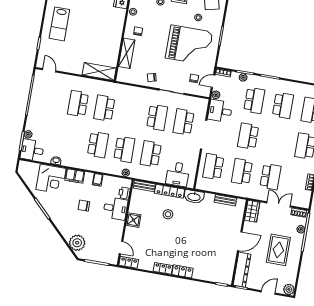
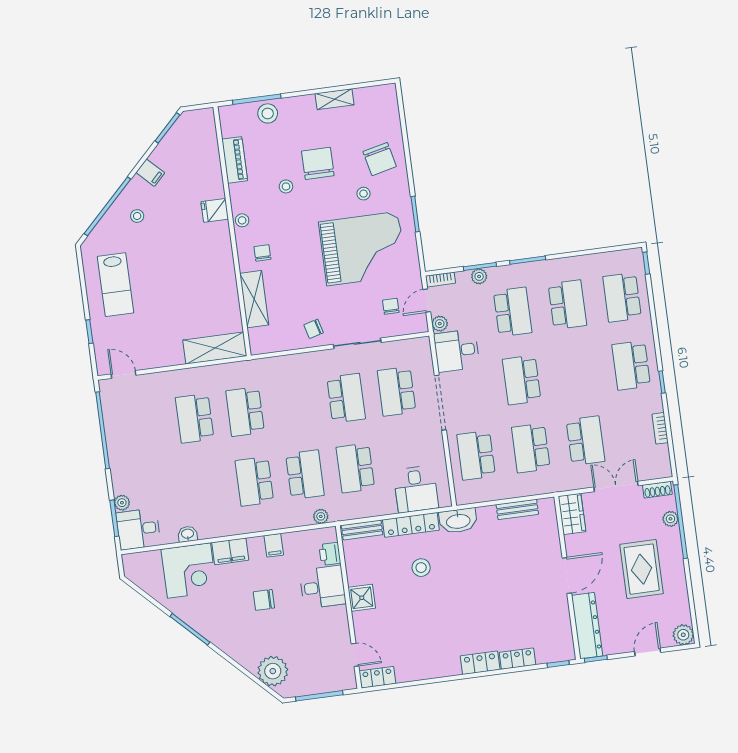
school desk: (98, 145) -> (254, 481), turned 180
locker: (163, 268) -> (517, 659), moved

